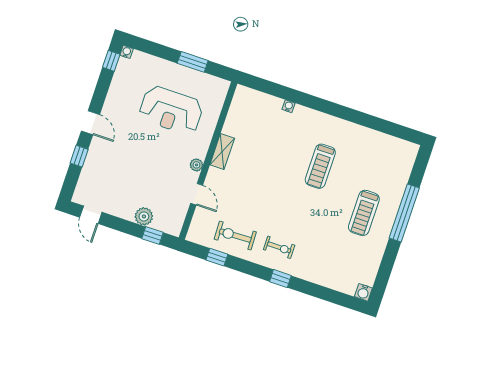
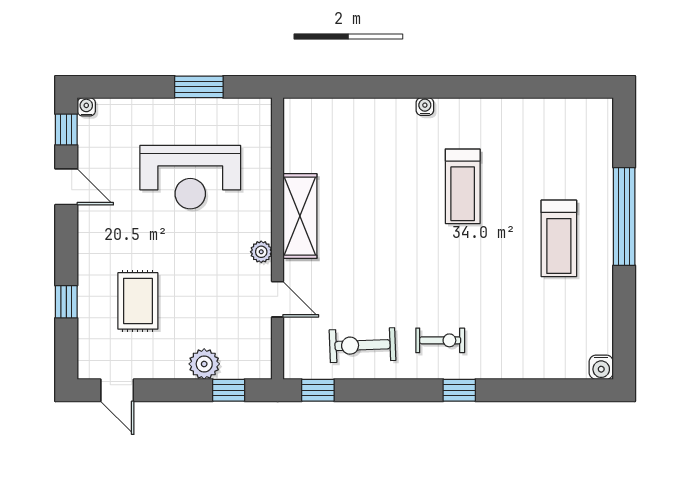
water cooler: (288, 106) -> (425, 107), moved
door: (90, 123) -> (66, 187), moved
shelving: (222, 152) -> (300, 216), width x1.50, depth x1.33
rug: (119, 169) -> (138, 301), added
window: (217, 257) -> (318, 390), moved

